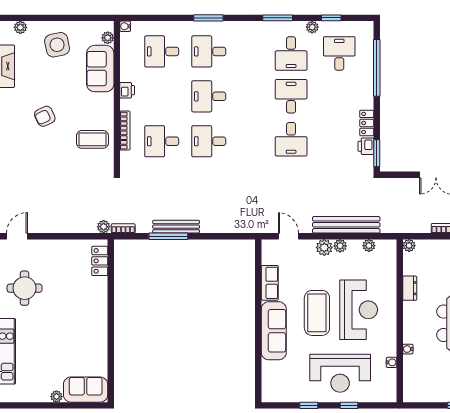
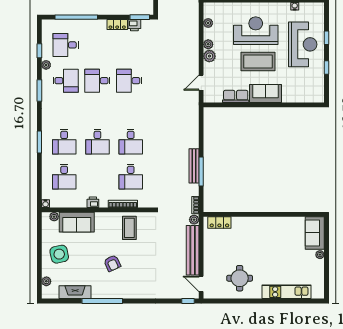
desk: (291, 139) -> (129, 81), turned 180
bench: (346, 225) -> (193, 250), moved
sofa: (274, 331) -> (265, 94), width x0.73

